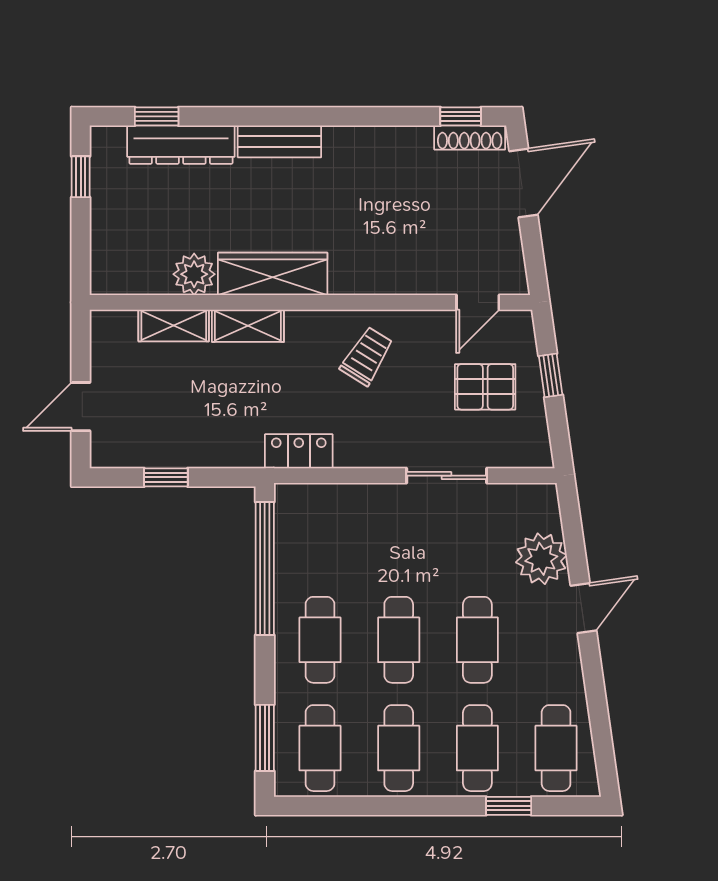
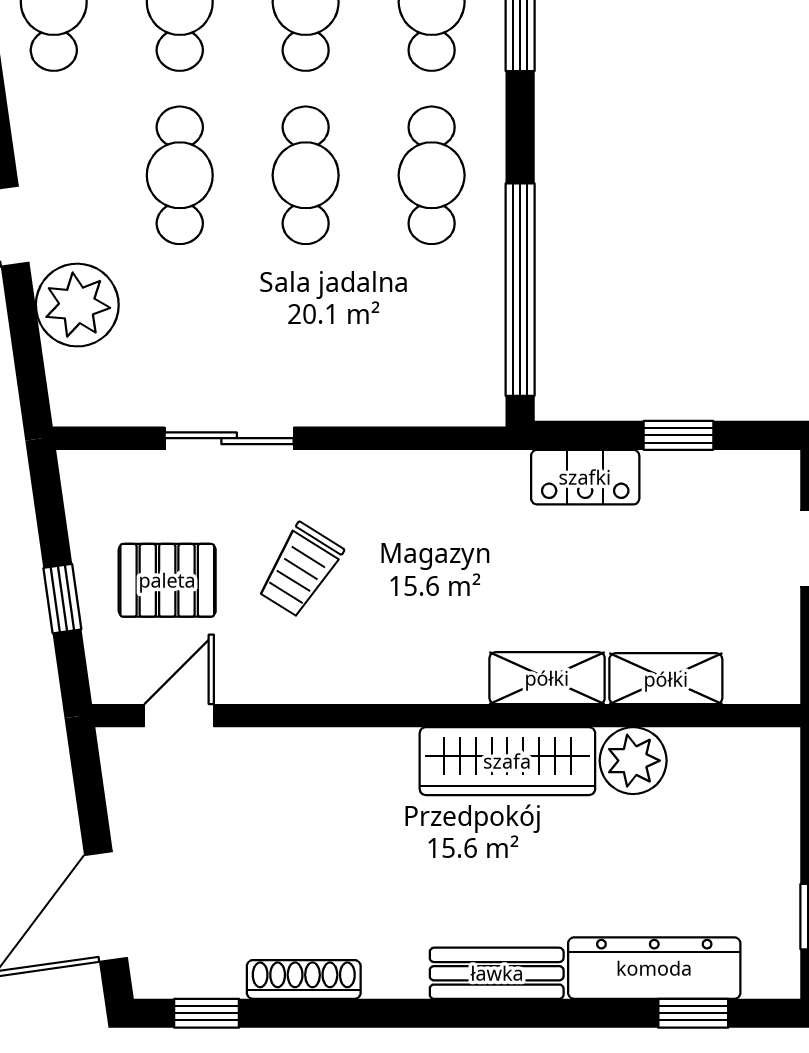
shoe rack: (470, 137) -> (304, 979), moved
trolley: (367, 356) -> (300, 570), moved
locker: (299, 451) -> (585, 477), moved

